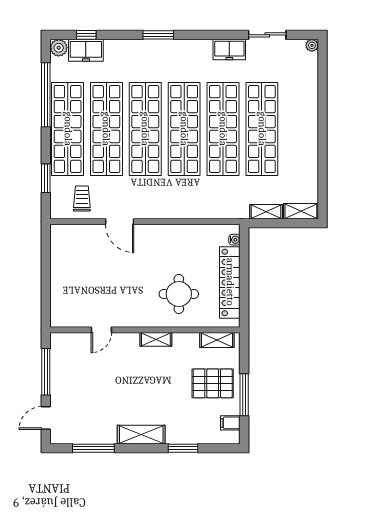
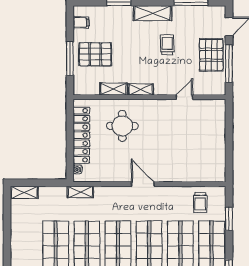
shelving: (266, 212) -> (80, 192), moved
door: (120, 222) -> (143, 184), moved
shelving: (217, 340) -> (113, 89), moved
pallet: (68, 383) -> (211, 55), added
trolley: (123, 395) -> (167, 45), added
window: (244, 395) -> (70, 59), moved

